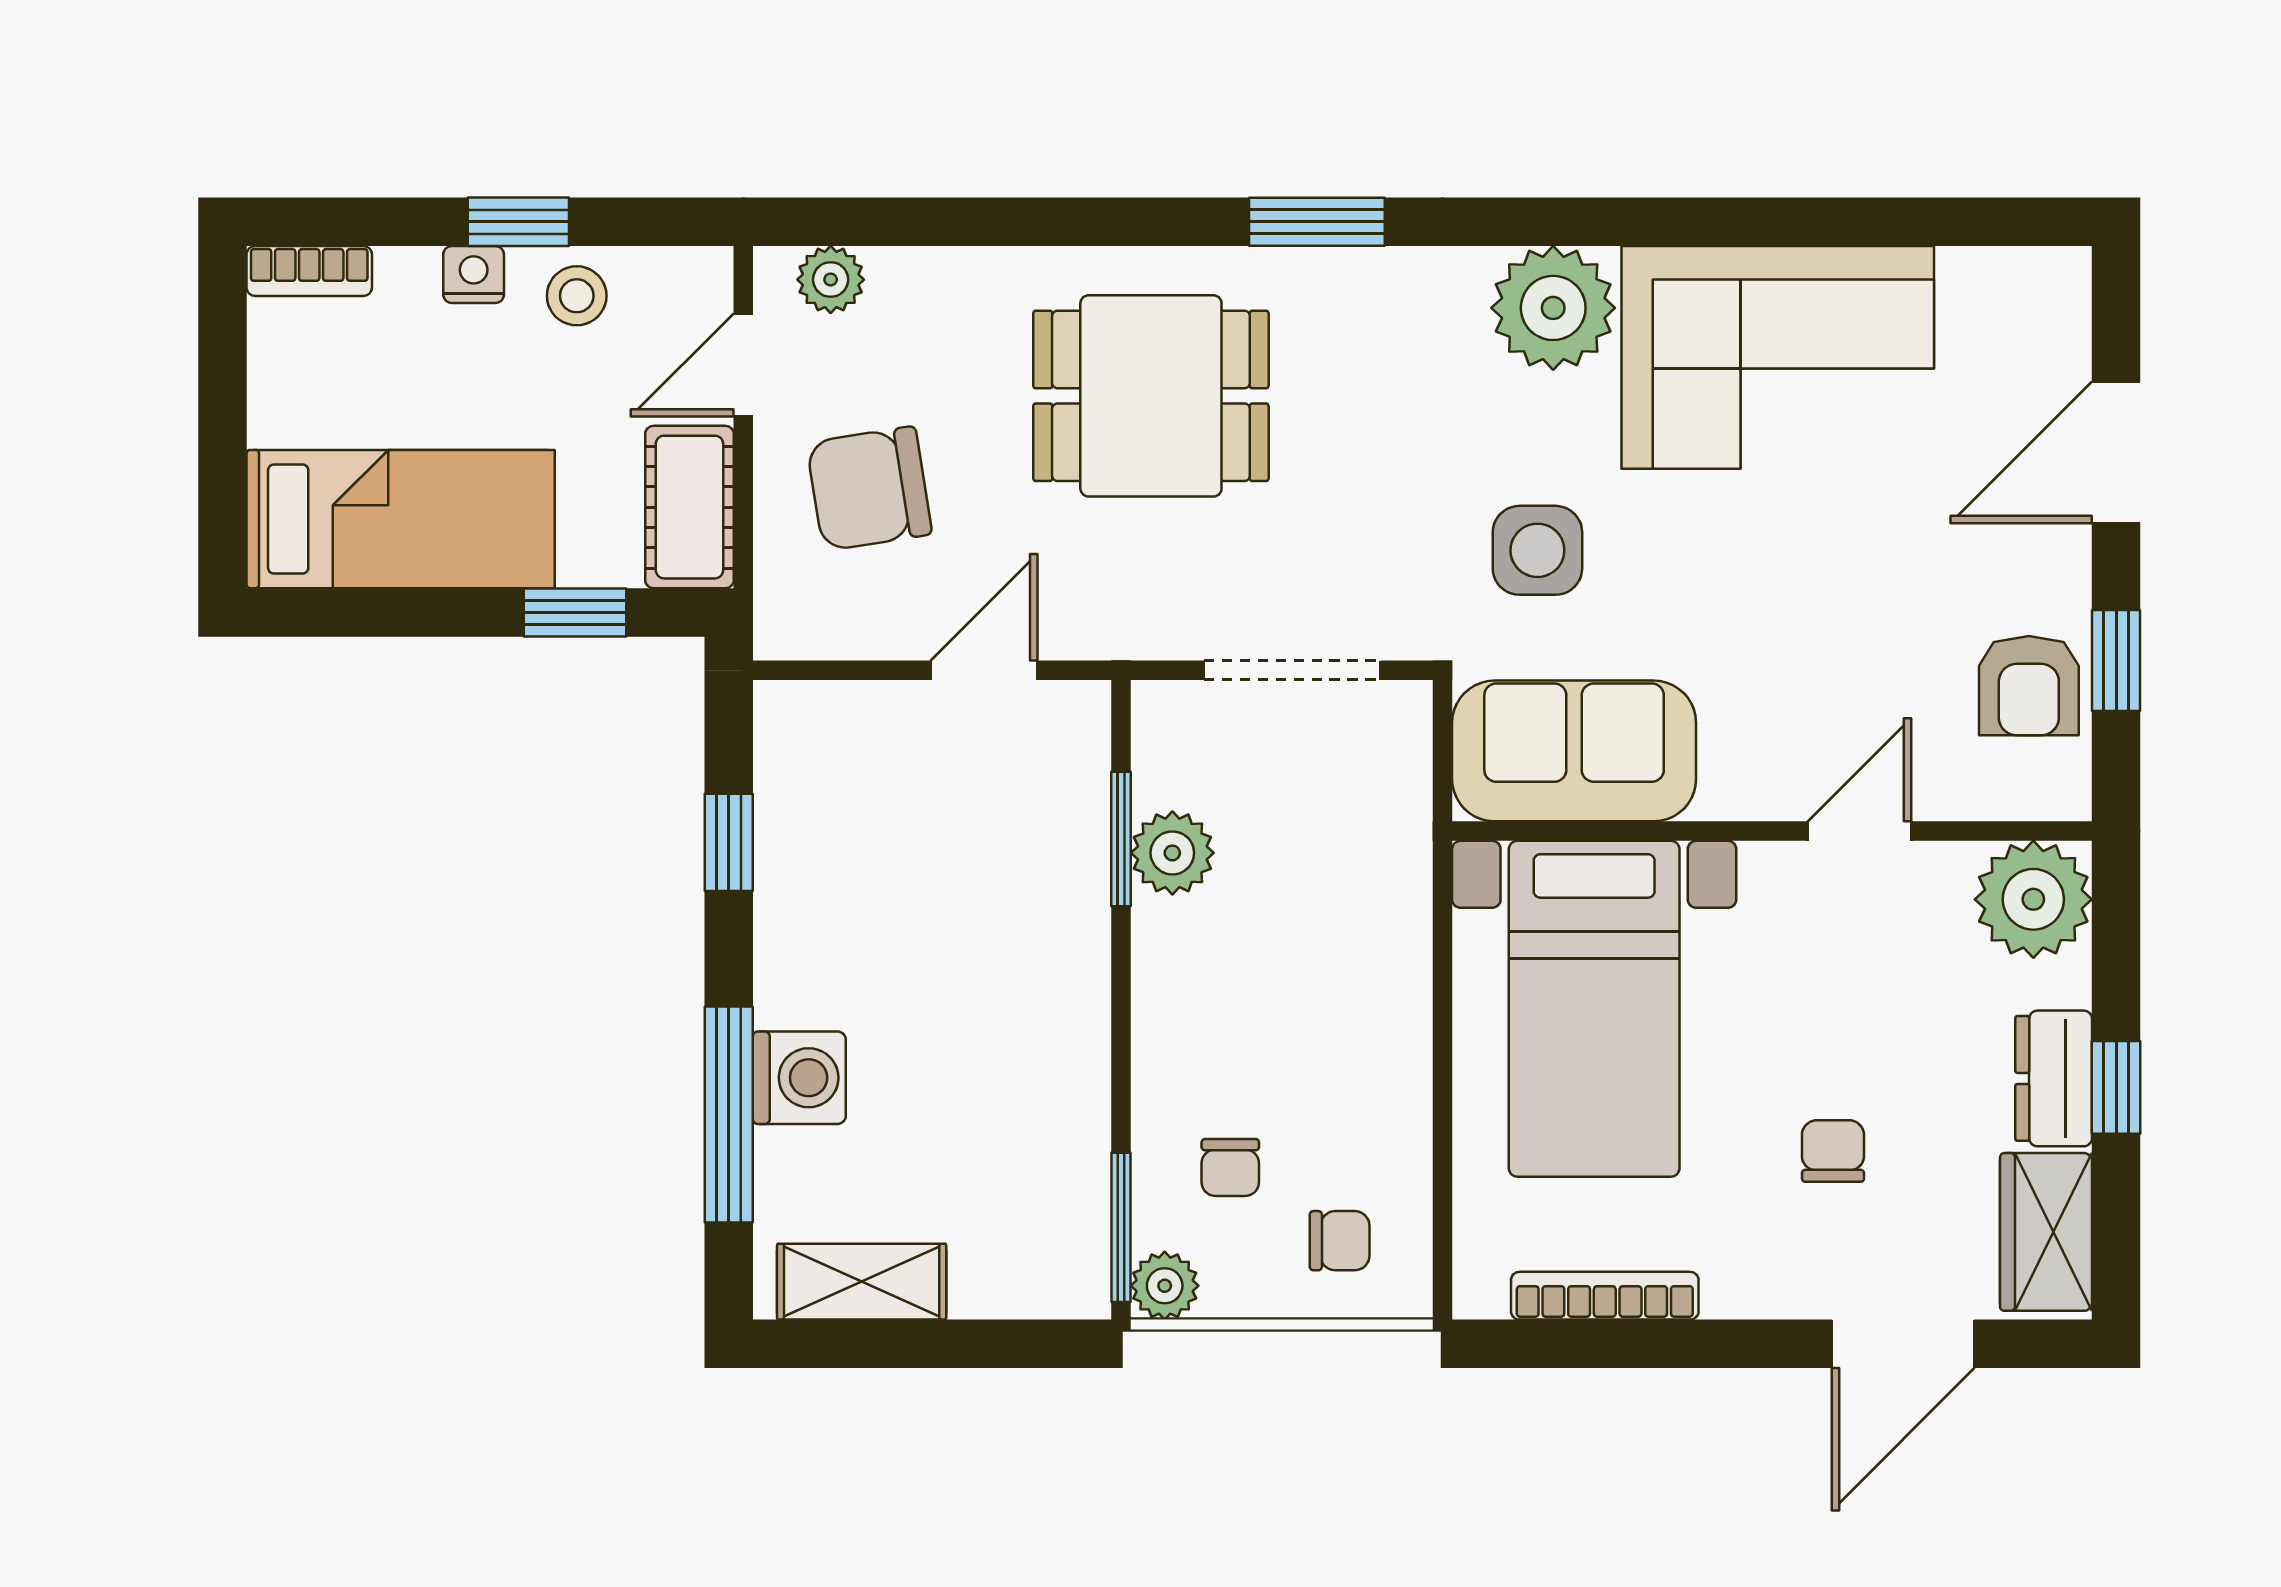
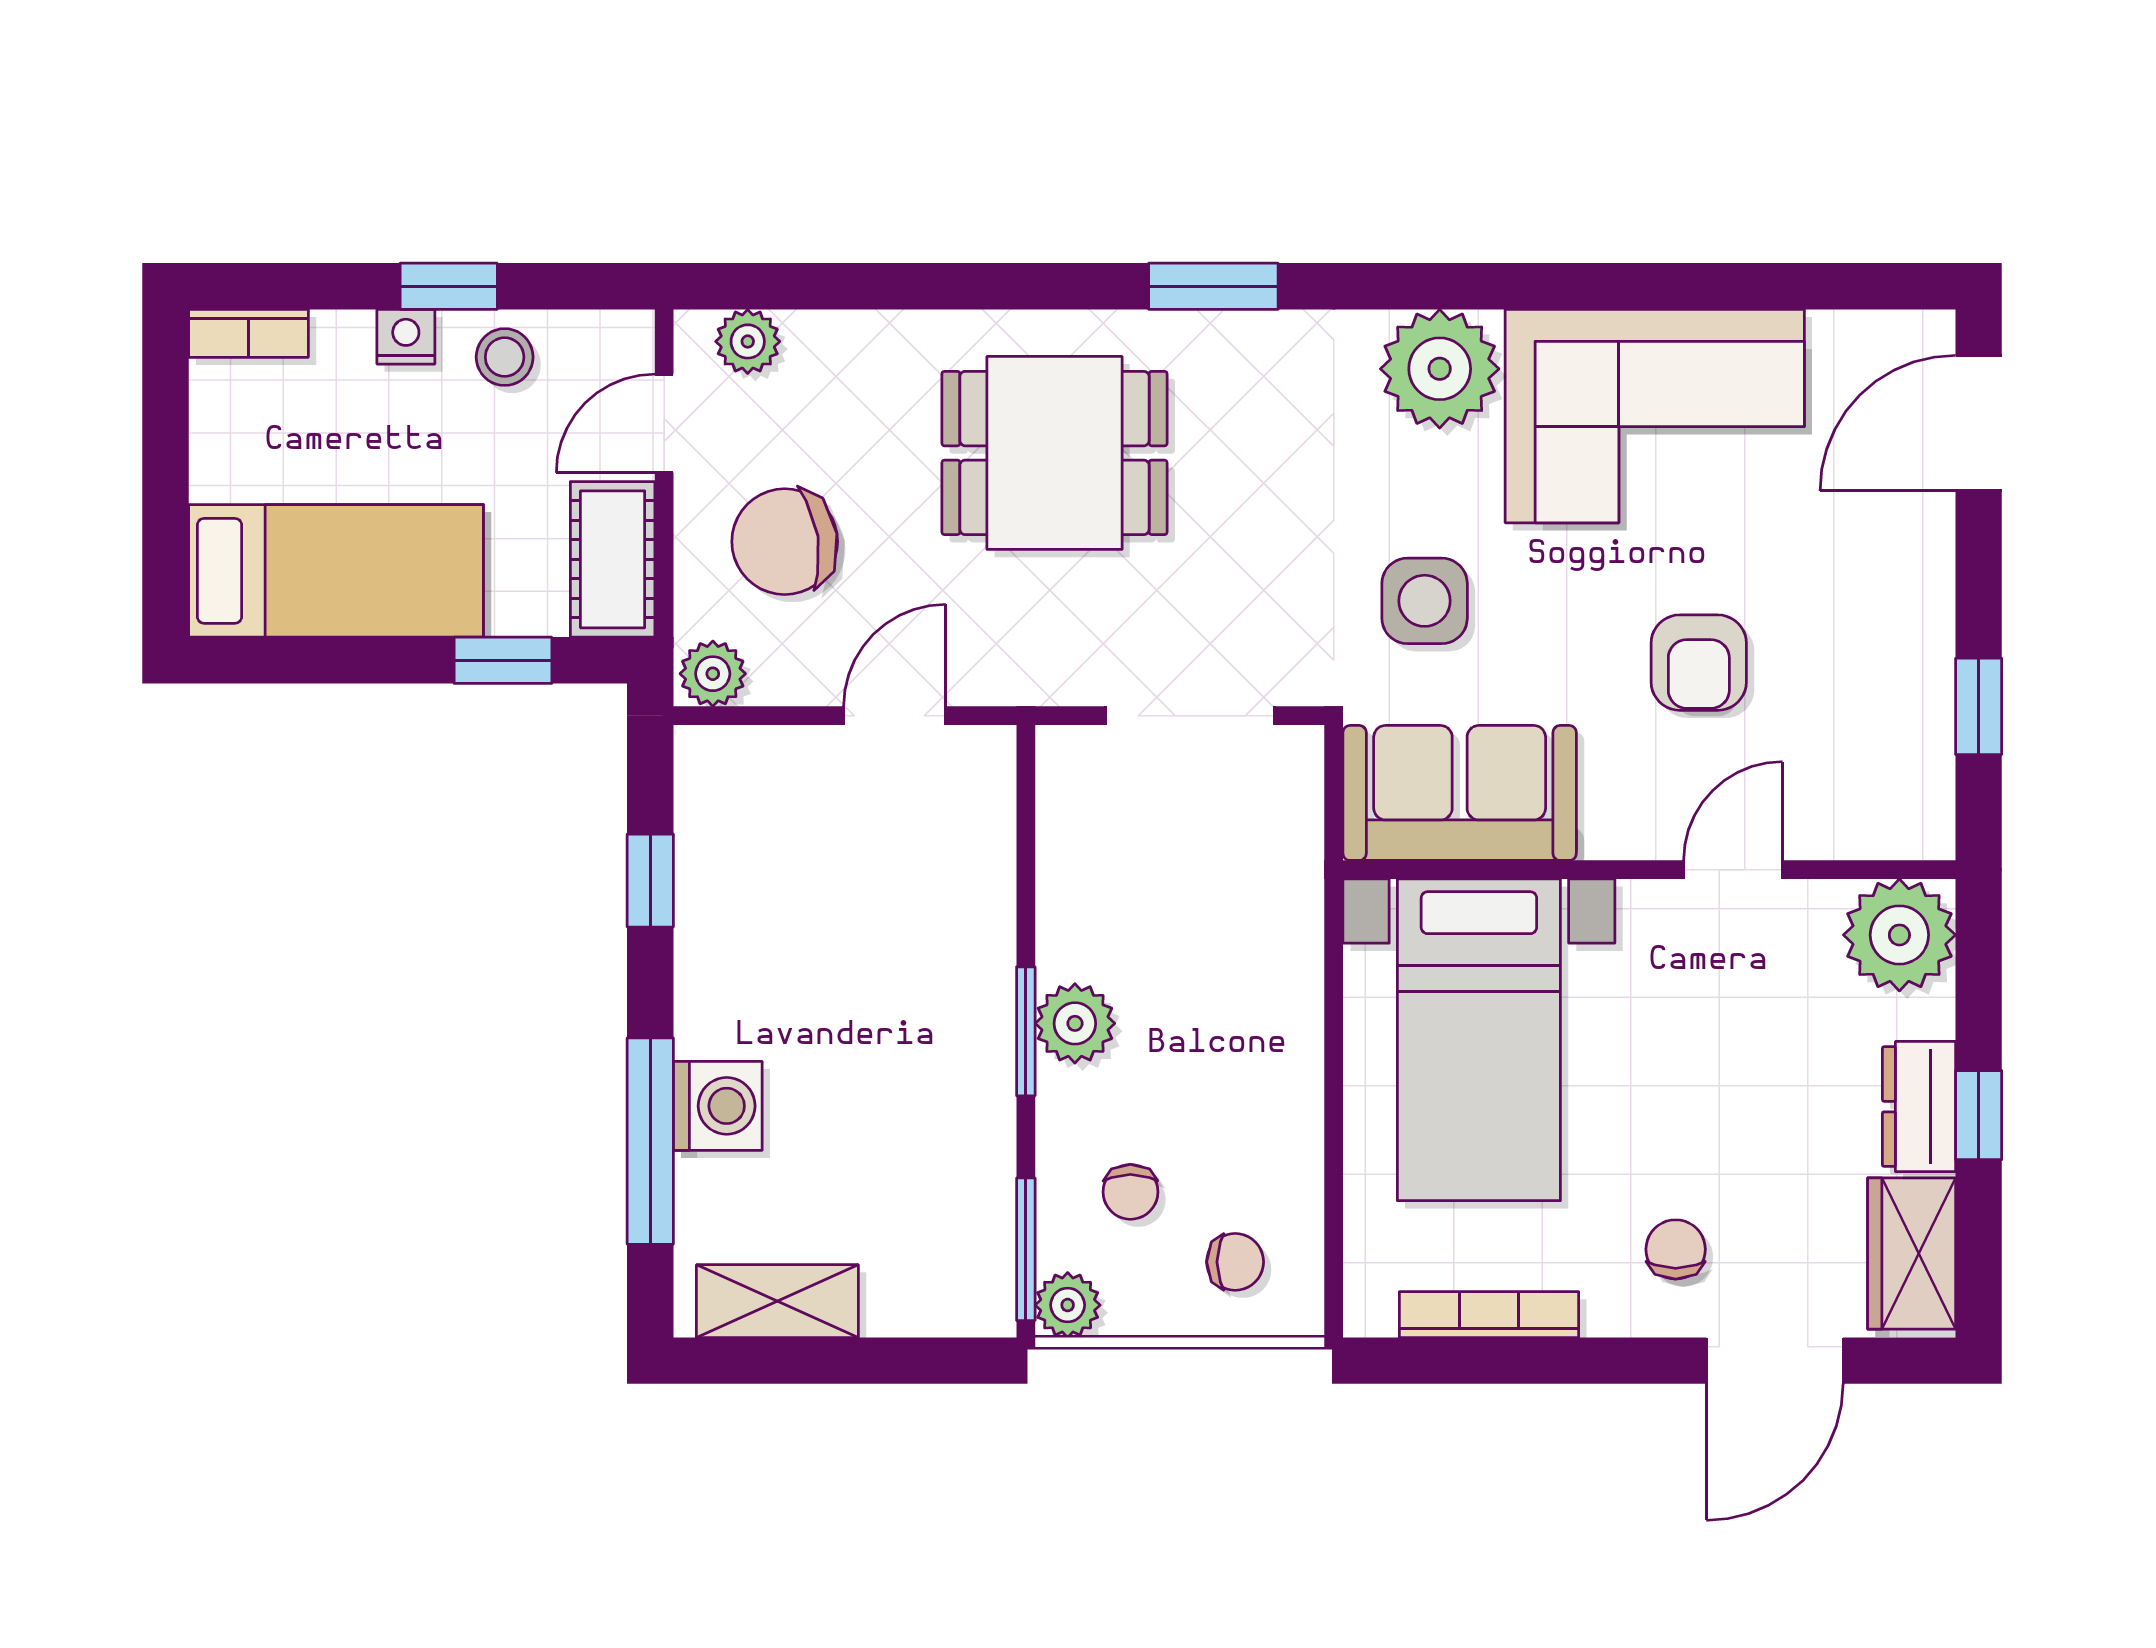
door: (2116, 452) -> (1979, 423), moved
plant: (794, 626) -> (713, 674), added
armchair: (2029, 686) -> (1699, 663), moved
window: (1121, 839) -> (1026, 1031), moved
plant: (1172, 853) -> (1075, 1023), moved
chair: (1833, 1151) -> (1676, 1249), moved

